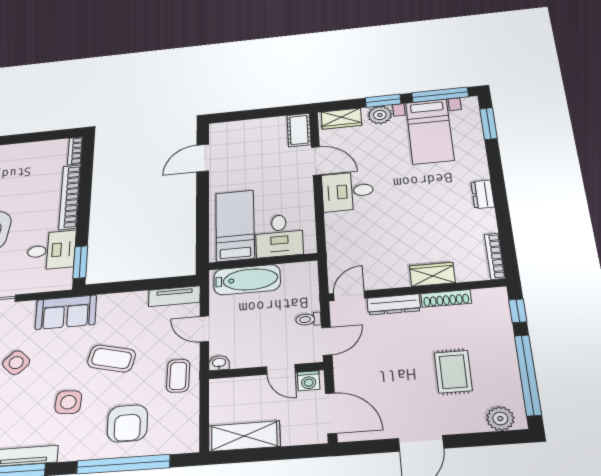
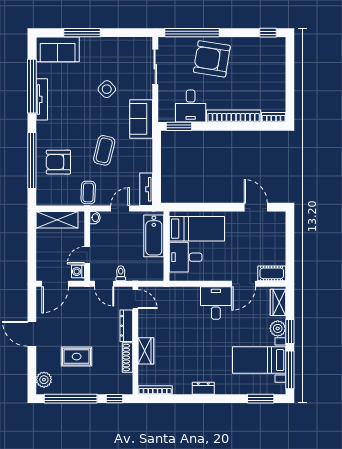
coffee table: (178, 376) -> (88, 192), turned 90
side table: (68, 402) -> (76, 125), removed
shelving: (244, 436) -> (57, 220), moved, turned 90

